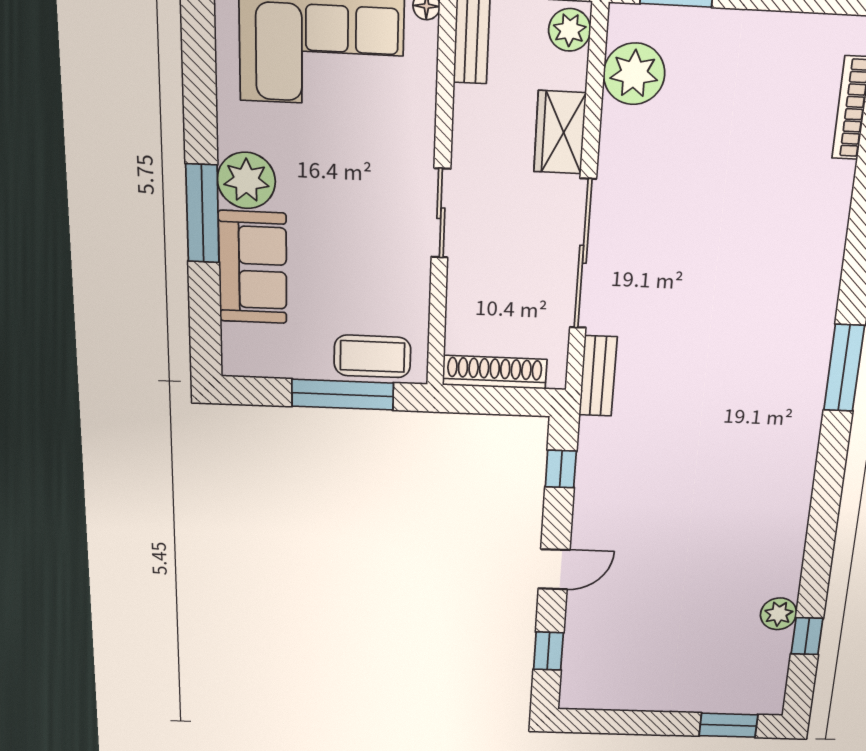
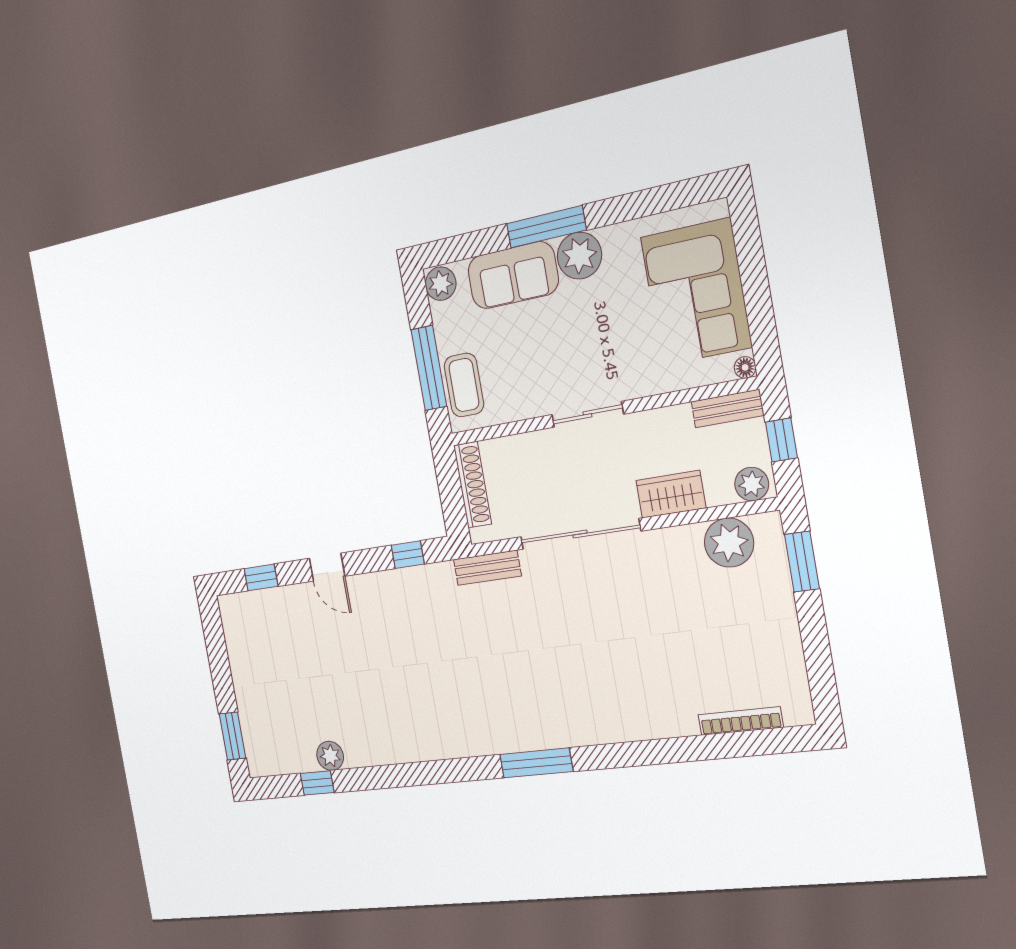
plant: (244, 358) -> (441, 284), added

